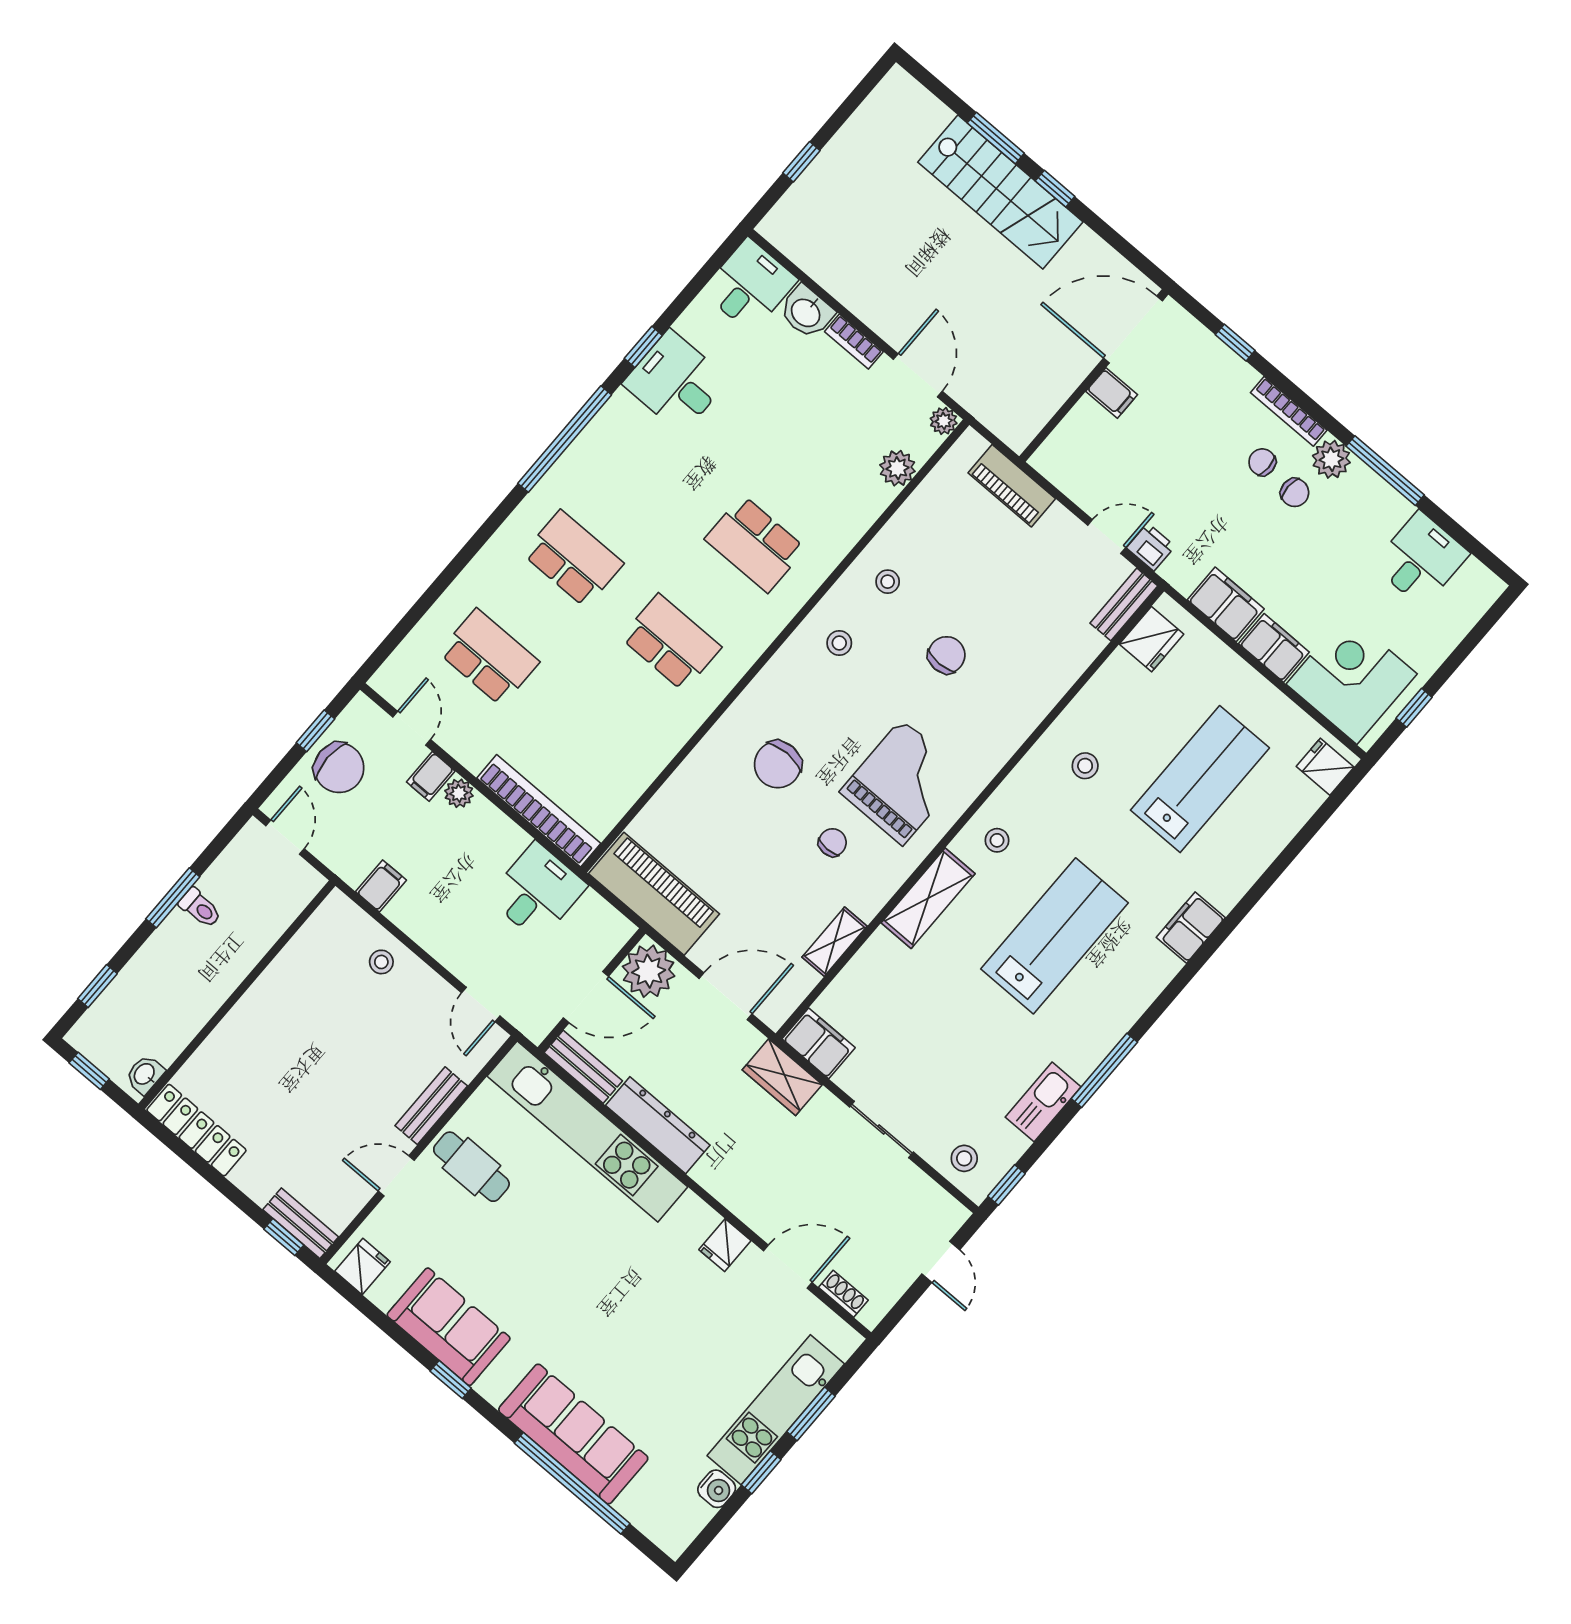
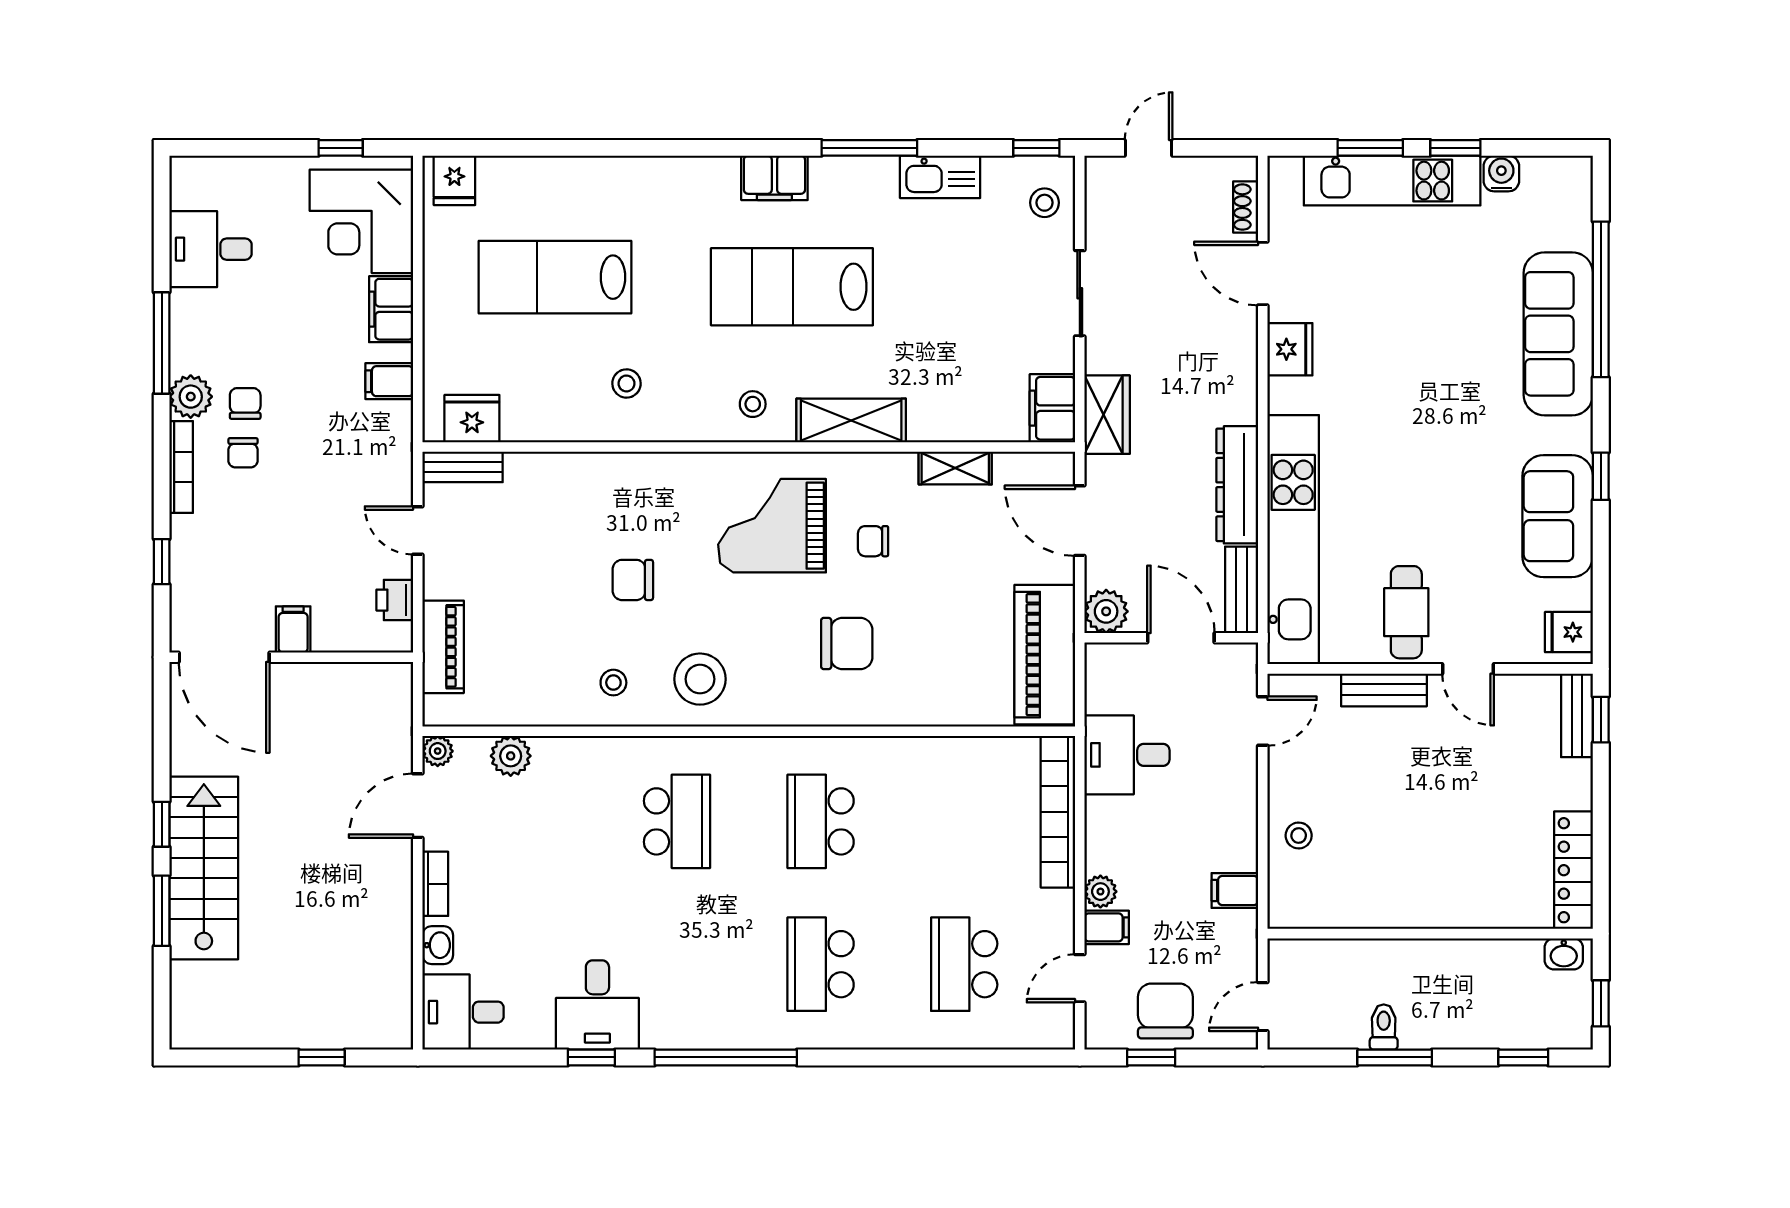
washbasin: (806, 312) -> (438, 945), width x0.72, depth x0.69
printer: (1151, 547) -> (395, 600), moved
filing cabinet: (1226, 604) -> (389, 381), width x0.50
stool: (839, 643) -> (700, 679), width x1.89, depth x1.89
filing cabinet: (1191, 928) -> (774, 178), moved
plant: (649, 971) -> (1106, 611), width x0.73, depth x0.73
fridge: (725, 1245) -> (1290, 349), width x1.38

